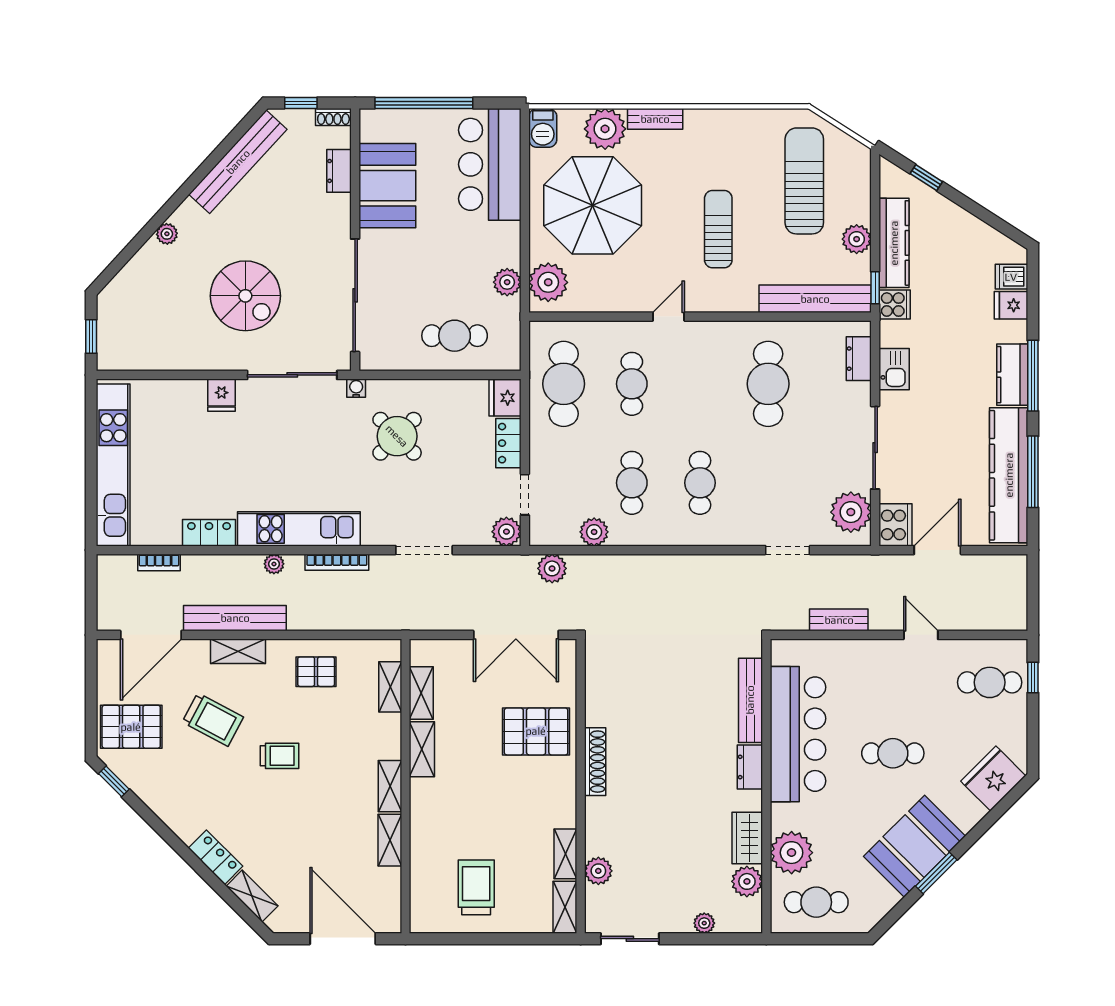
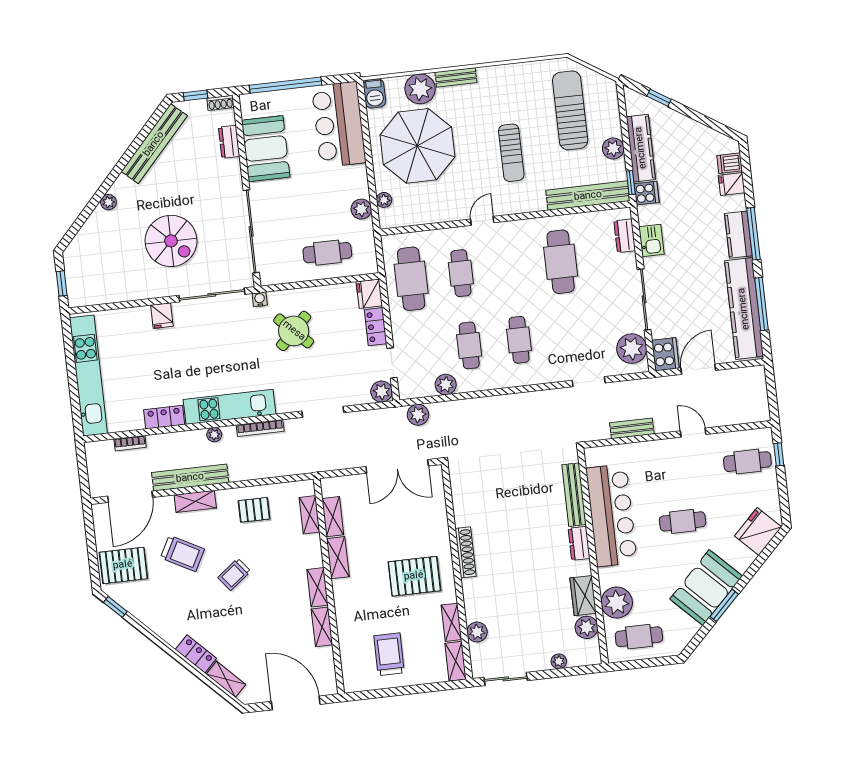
sun lounger: (718, 229) -> (511, 153), turned 180
plant: (548, 282) -> (384, 200), width x0.53, depth x0.53
pallet: (536, 731) -> (414, 576), moved
trolley: (279, 756) -> (234, 574), turned 142

